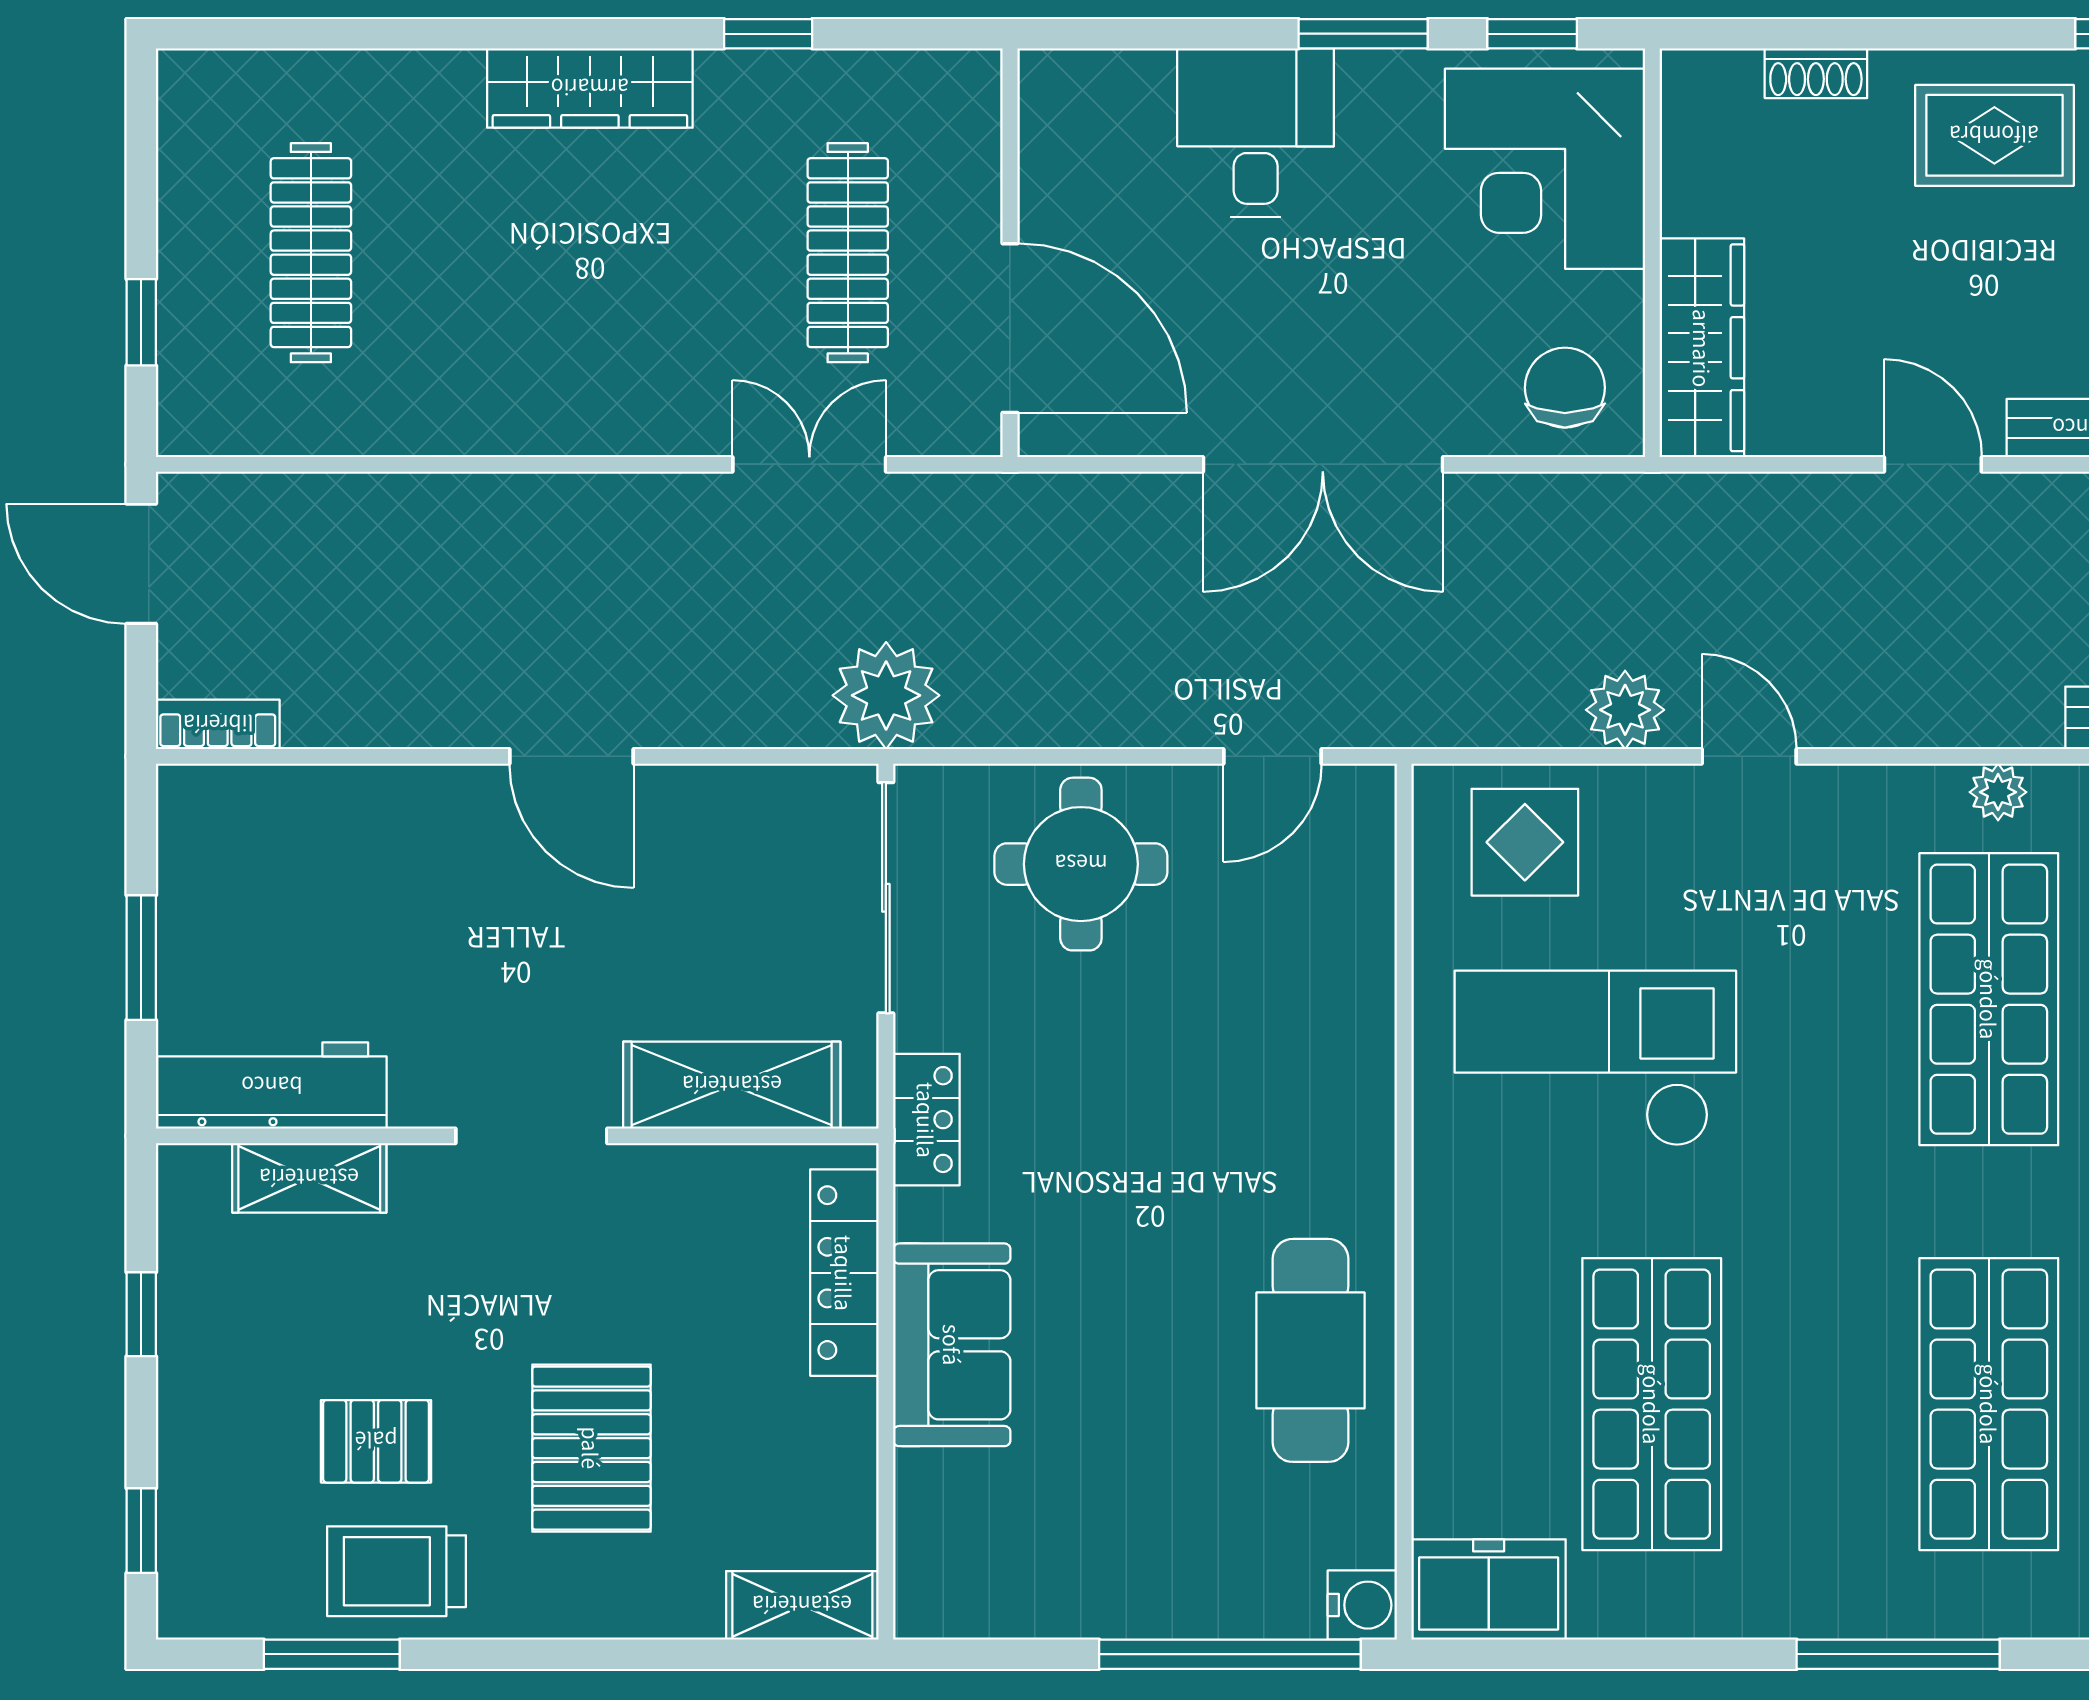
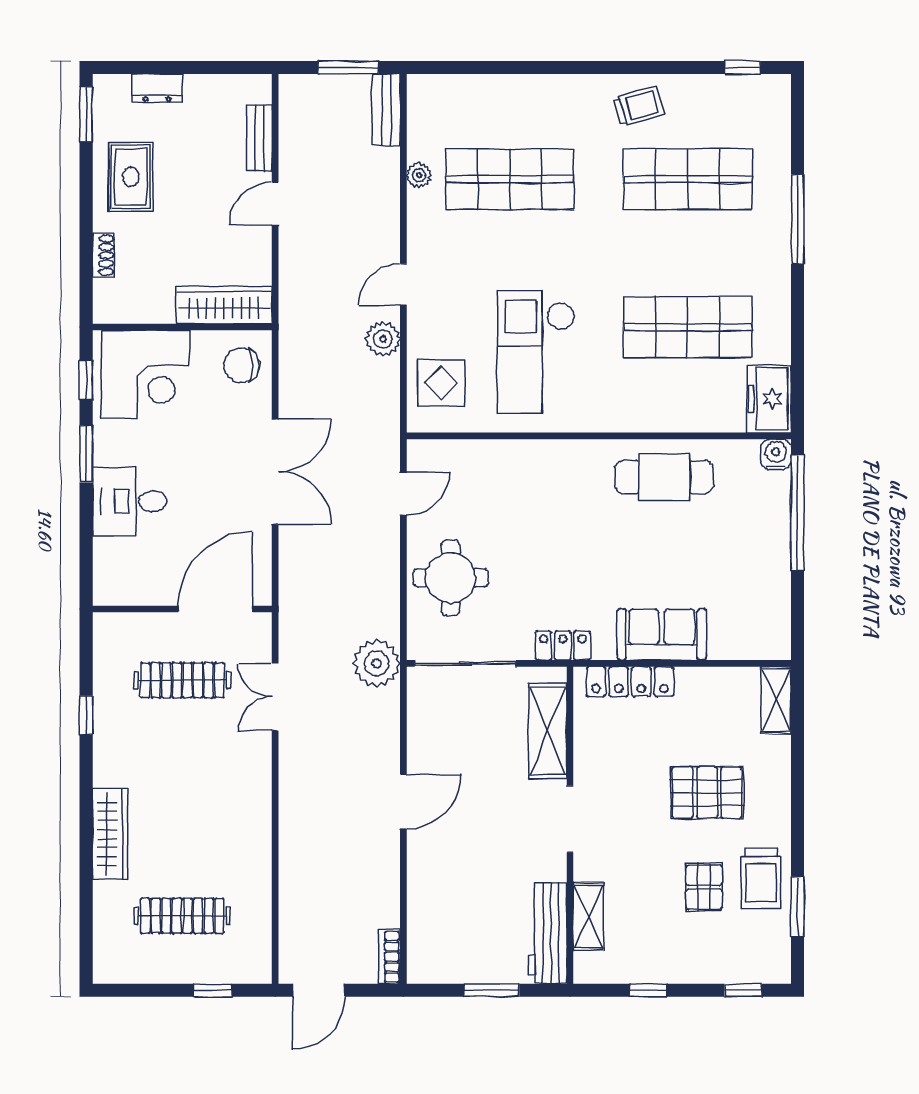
wardrobe: (590, 88) -> (110, 834), moved
door: (1273, 756) -> (403, 494), hinge flipped

